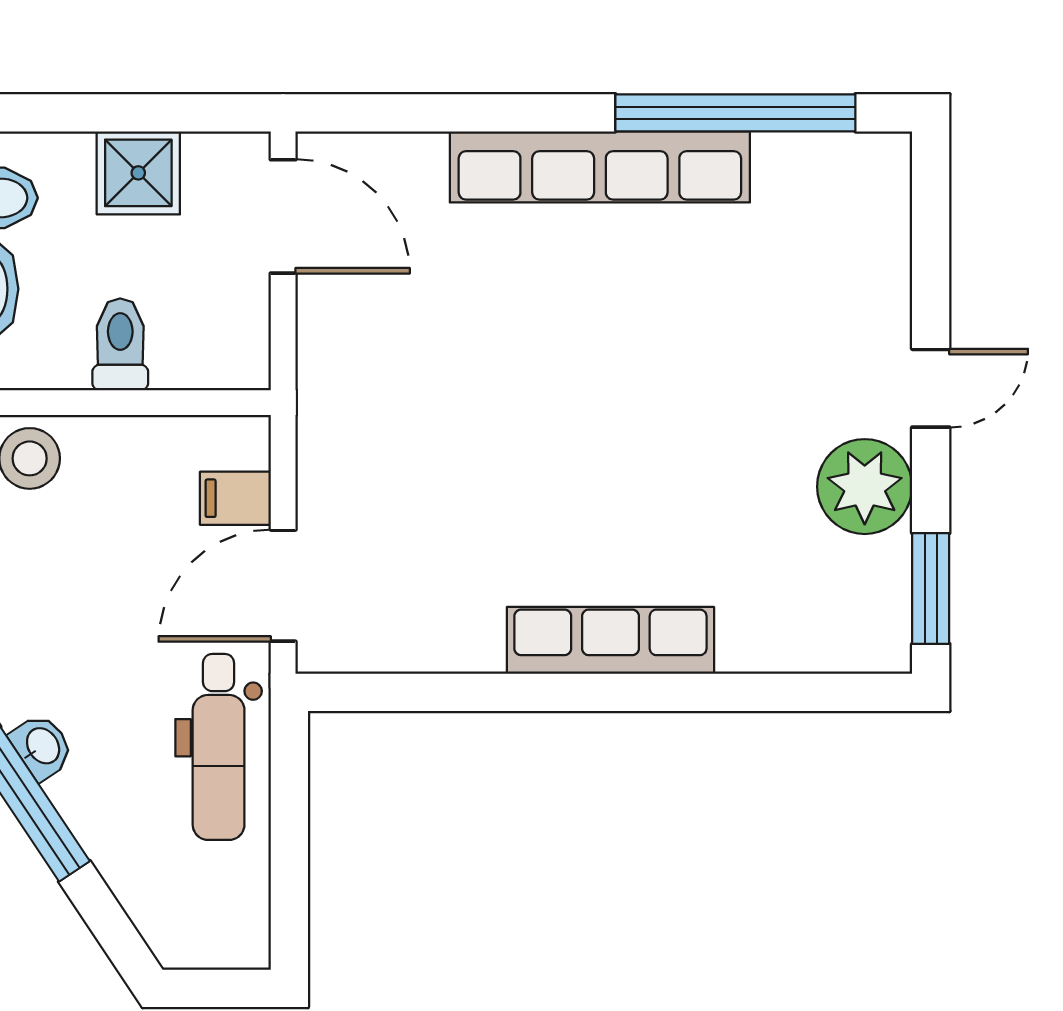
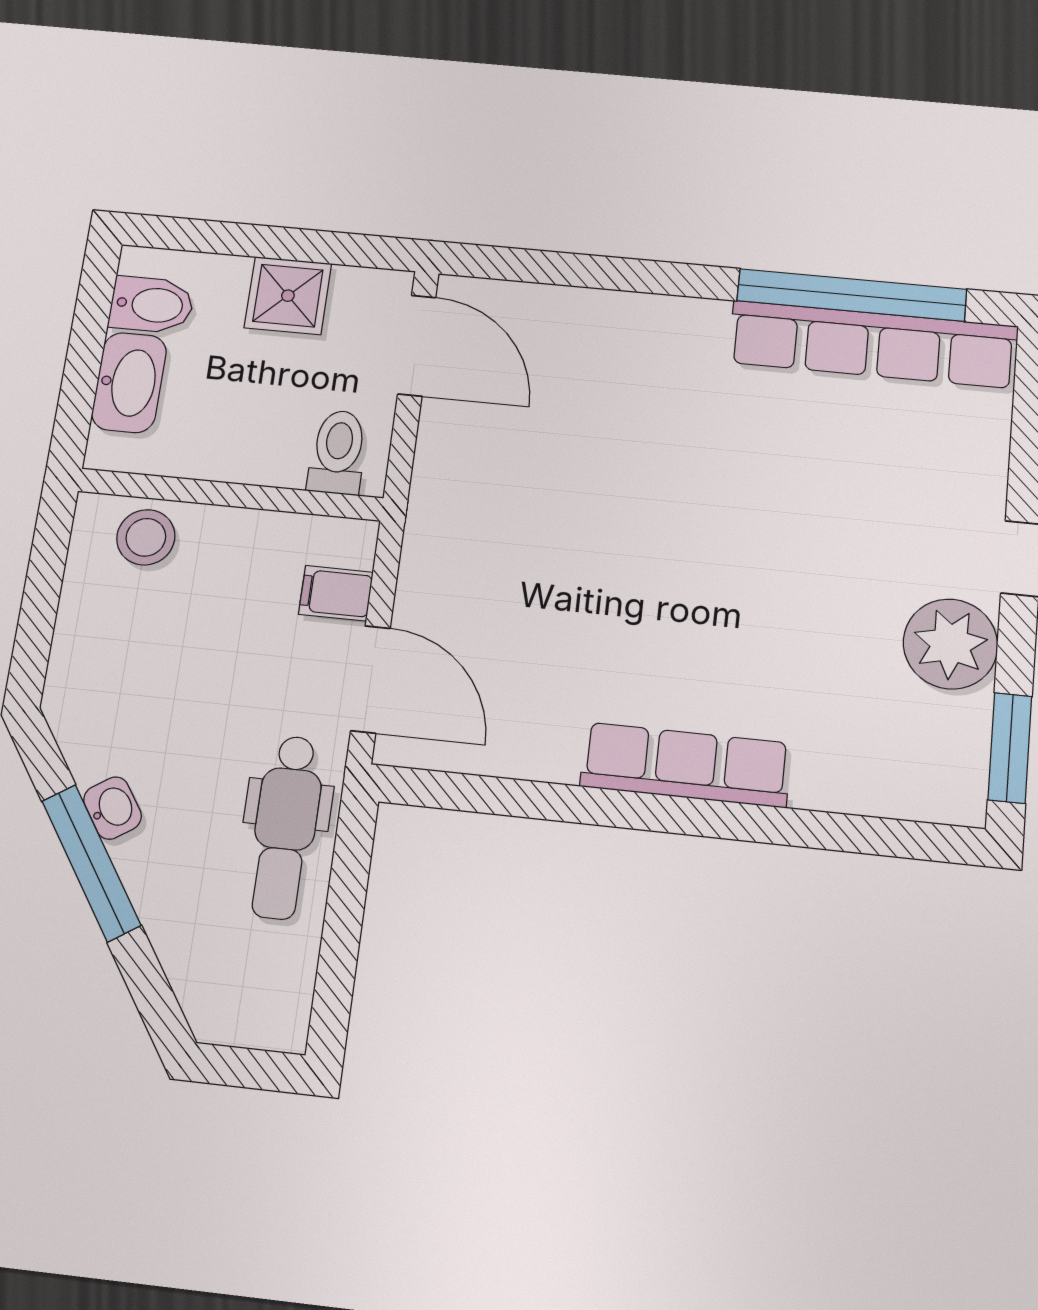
row of seats: (600, 167) -> (873, 344), moved
toilet: (120, 344) -> (338, 452), moved
door: (283, 586) -> (370, 679), swing flipped

